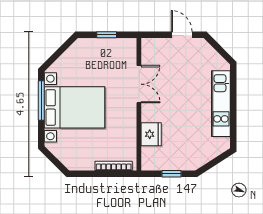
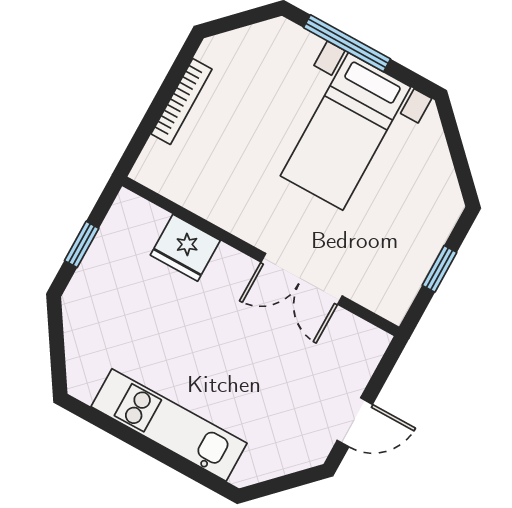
window: (41, 101) -> (347, 43), moved
bed with nightstands: (75, 107) -> (346, 131), width x0.73
bookcase: (114, 166) -> (181, 101), moved

